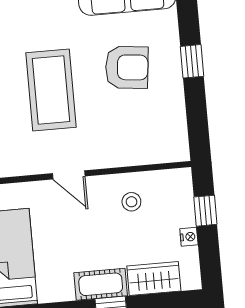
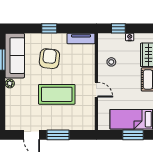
tv unit: (176, 132) -> (81, 39), added
door: (69, 175) -> (96, 90), hinge flipped

